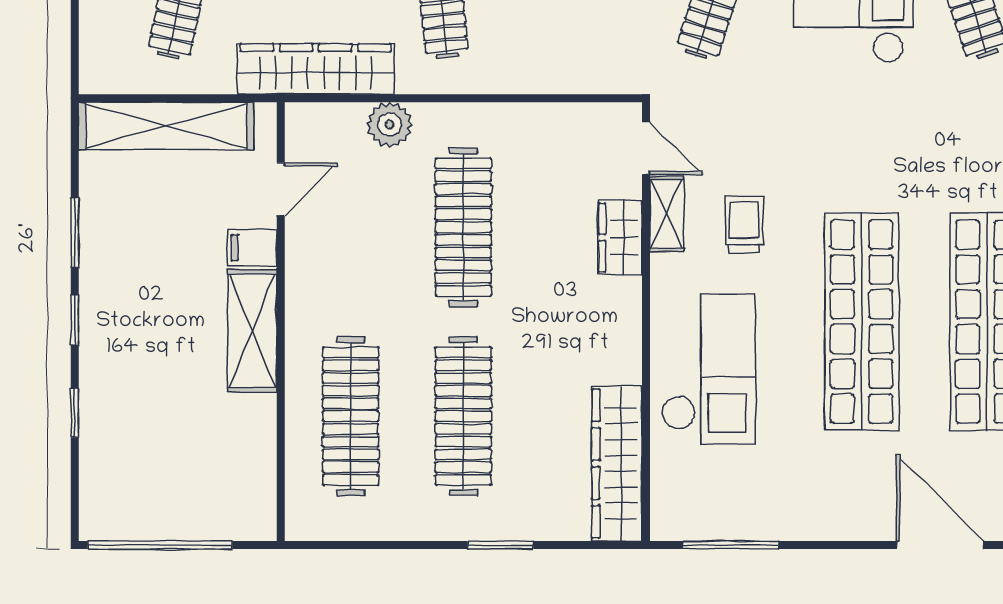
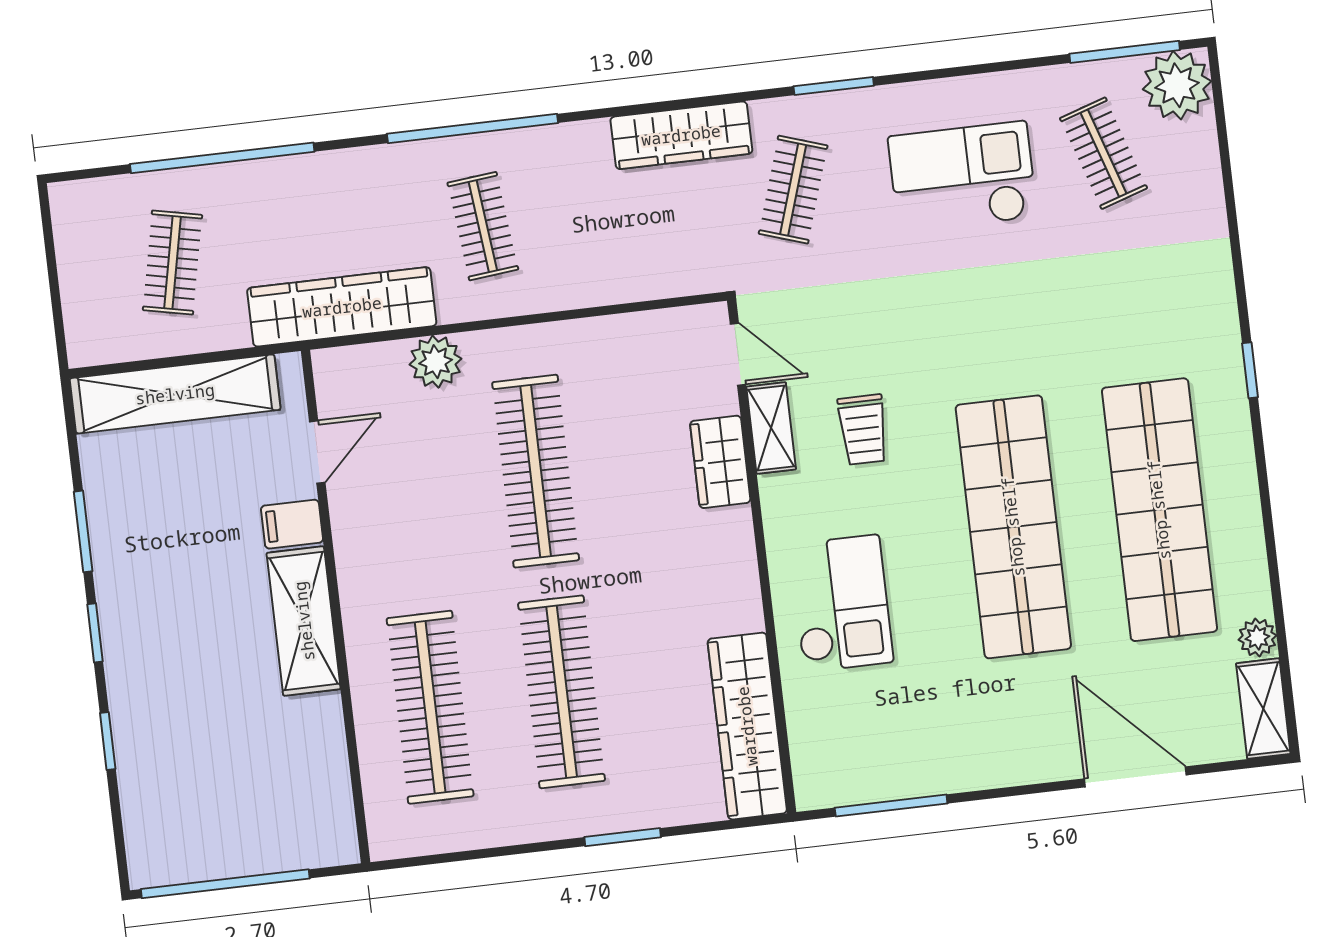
trolley: (744, 224) -> (863, 430), turned 180
checkout: (709, 369) -> (841, 603), width x0.73, depth x0.83

